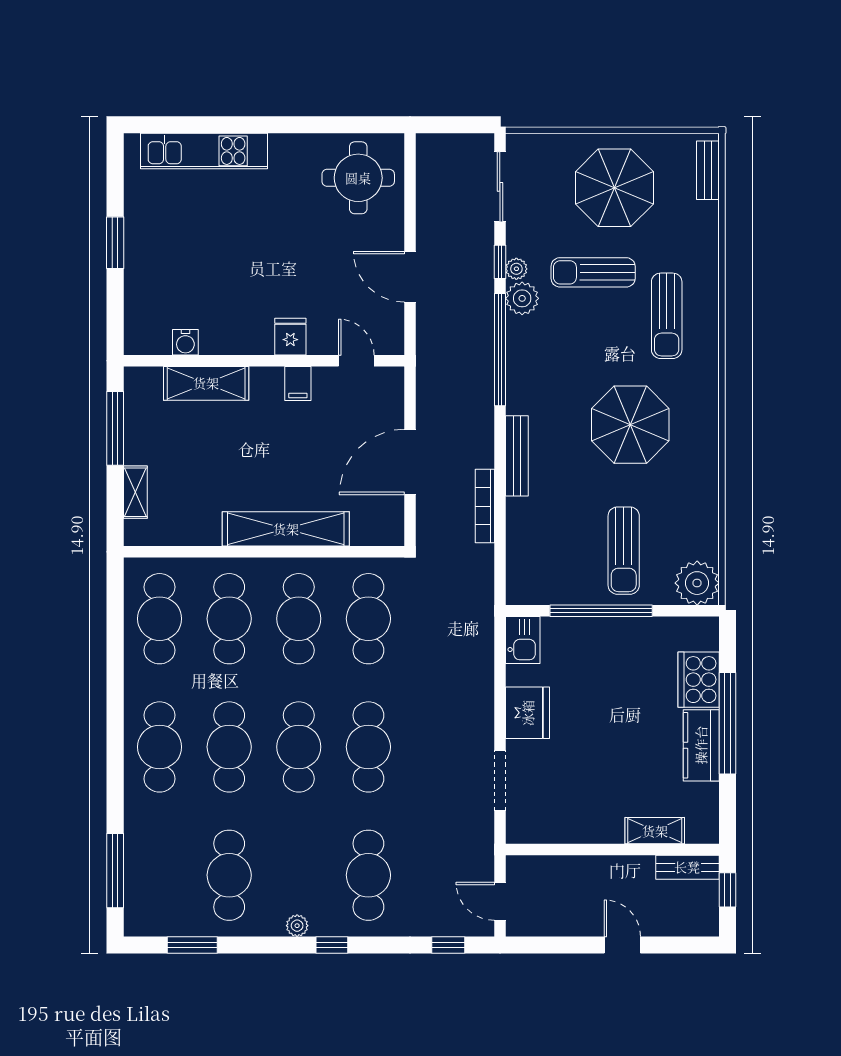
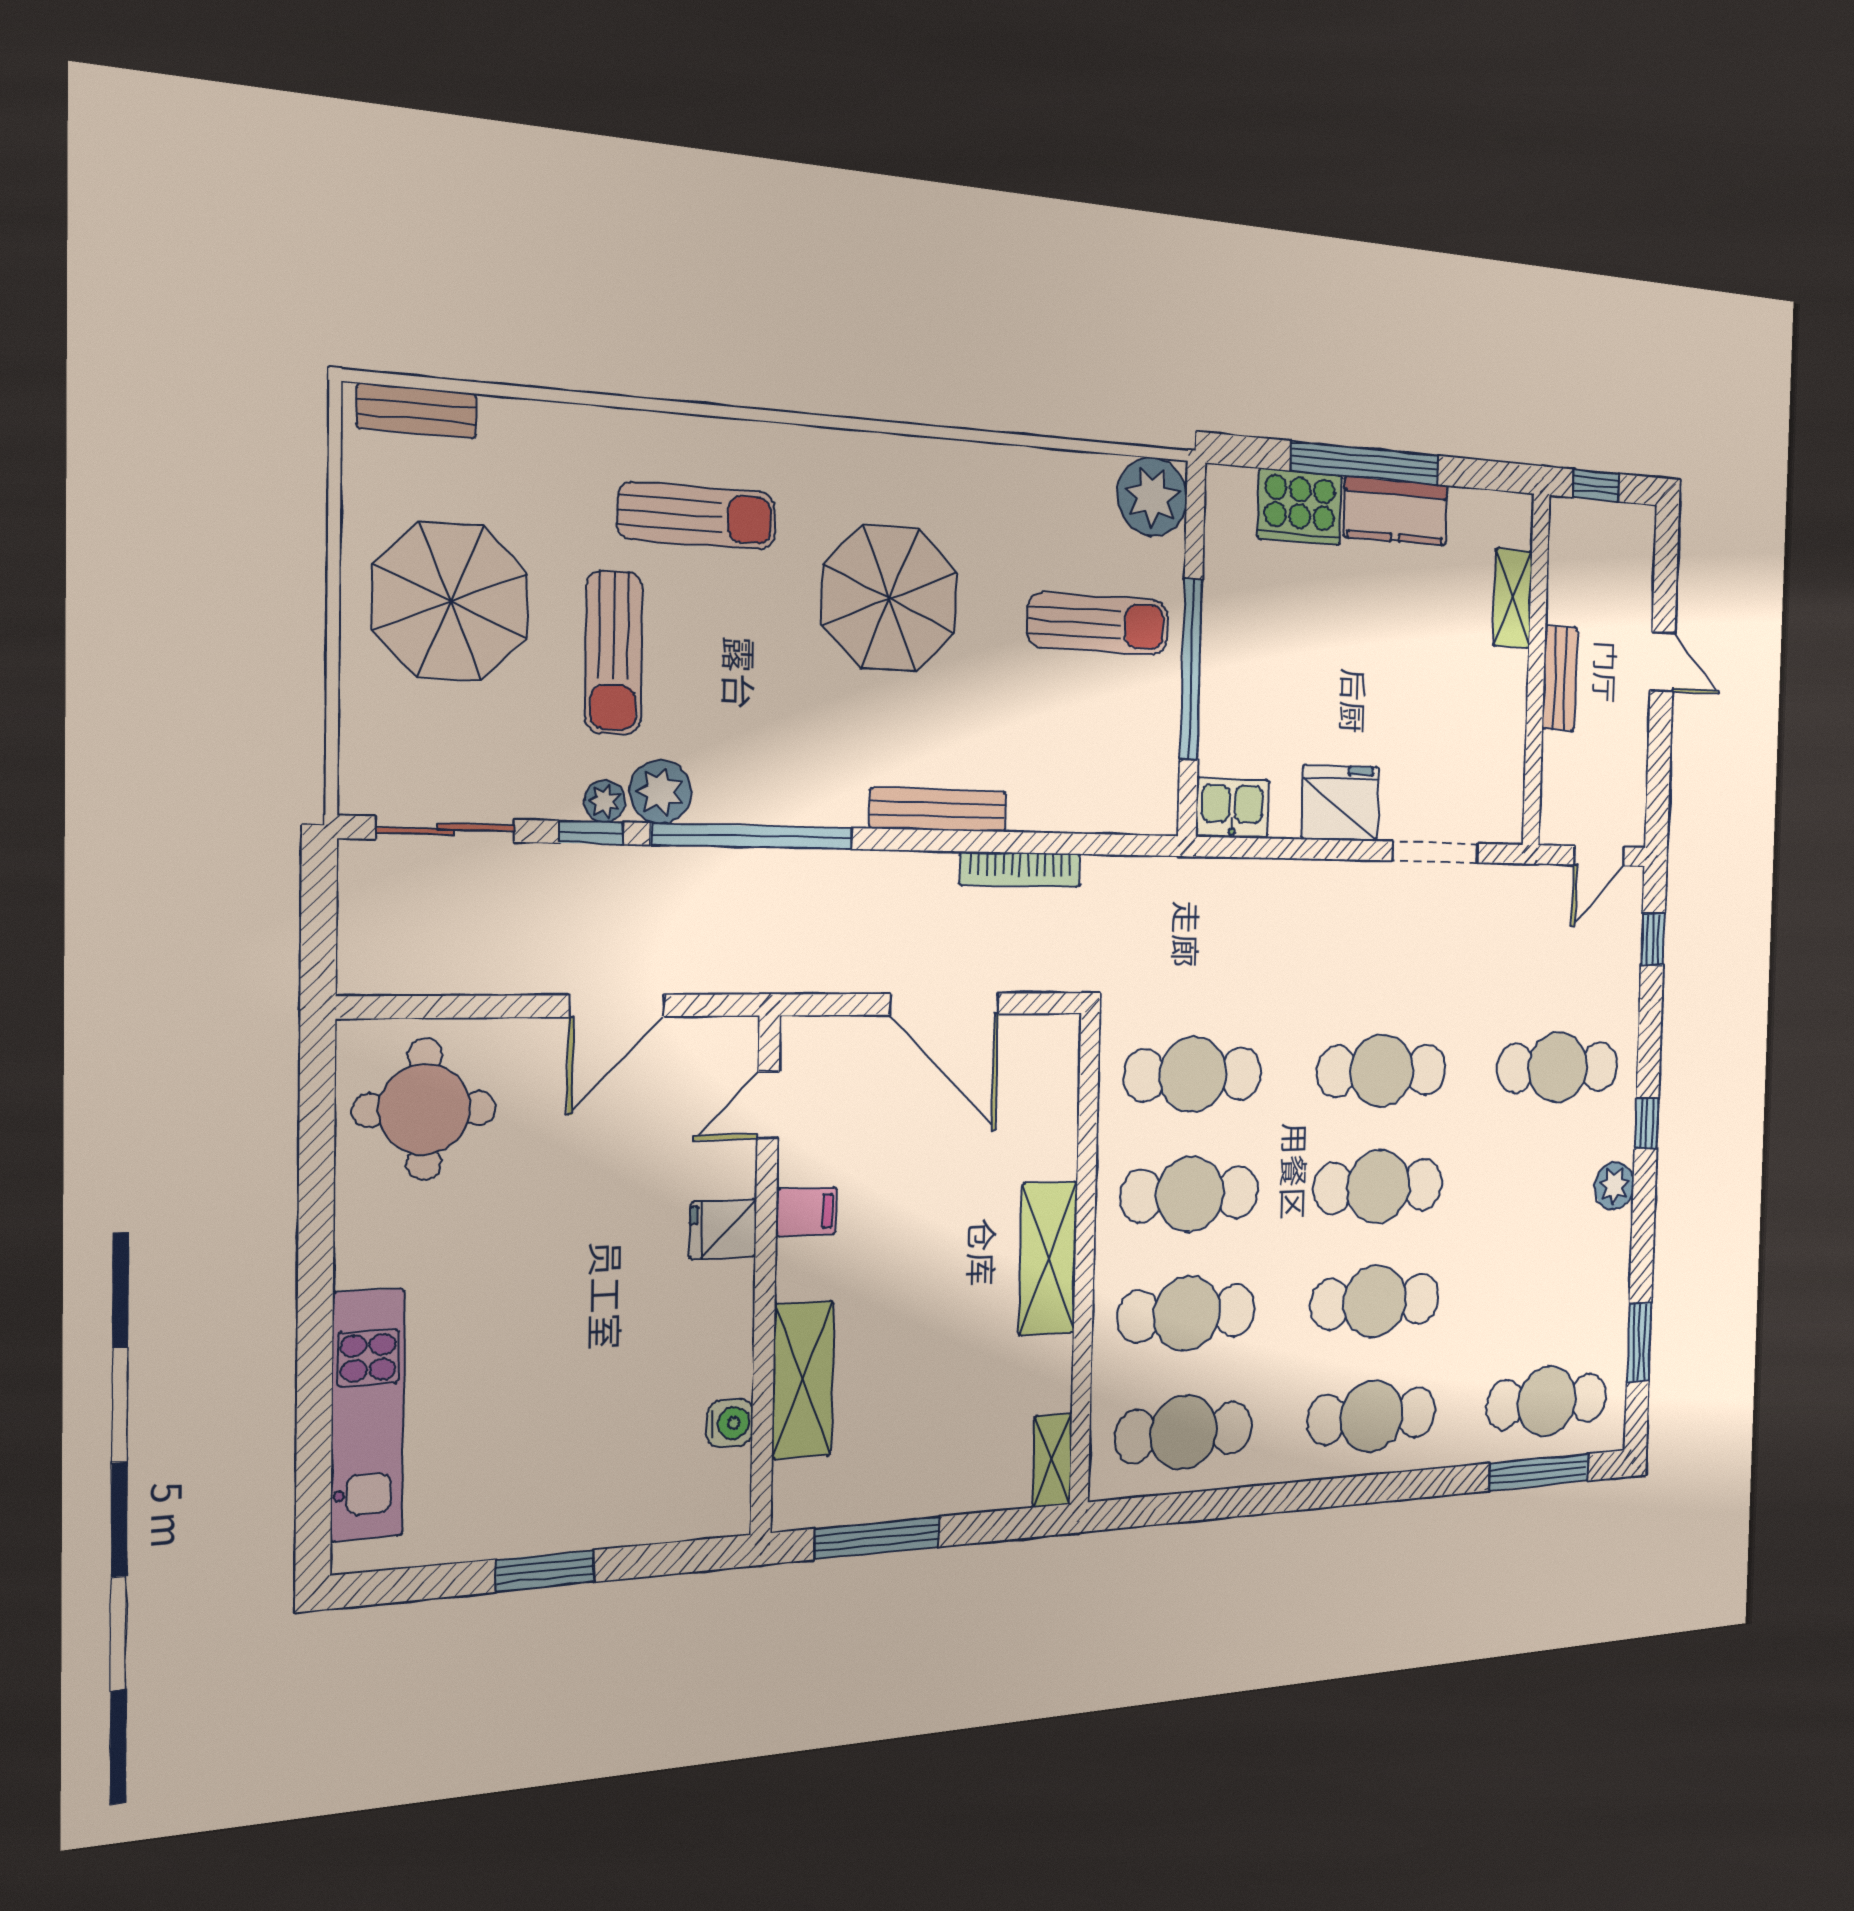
shelving: (135, 492) -> (1052, 1460), moved, turned 90
shelving: (286, 529) -> (1048, 1258), width x0.68
bench: (687, 867) -> (1560, 678), moved
cafe table: (229, 875) -> (1547, 1401), moved
plant: (297, 926) -> (1614, 1186), width x1.38, depth x1.38
door: (622, 945) -> (1662, 662), swing flipped

